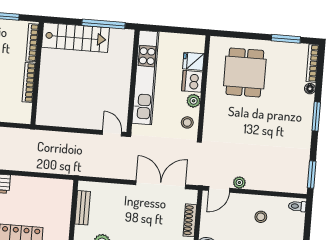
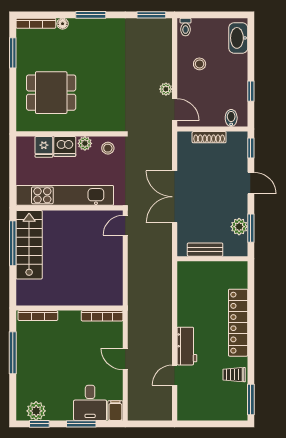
stairs: (75, 38) -> (29, 245), moved
bookcase: (29, 82) -> (102, 316), moved
double door: (161, 185) -> (175, 197), moved

